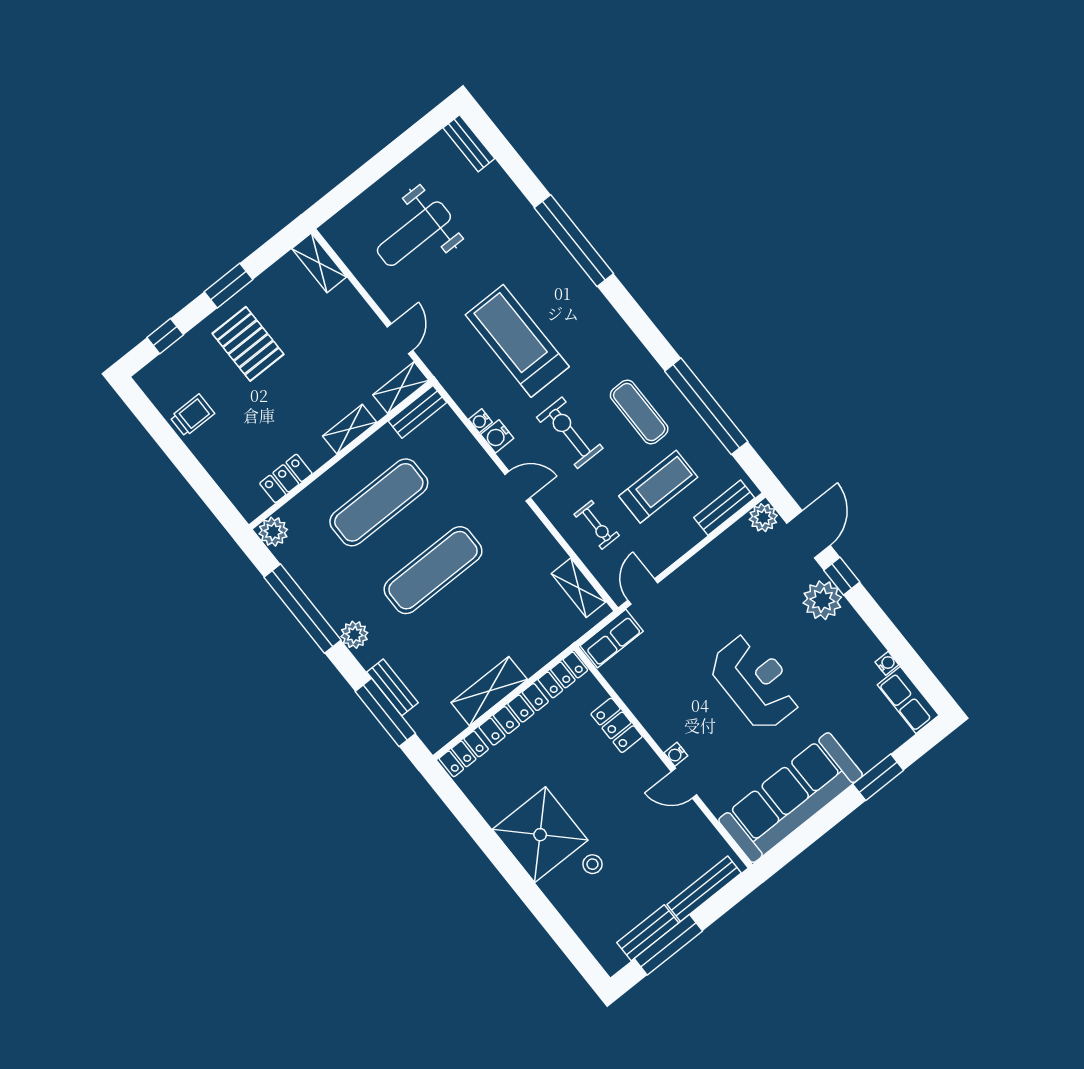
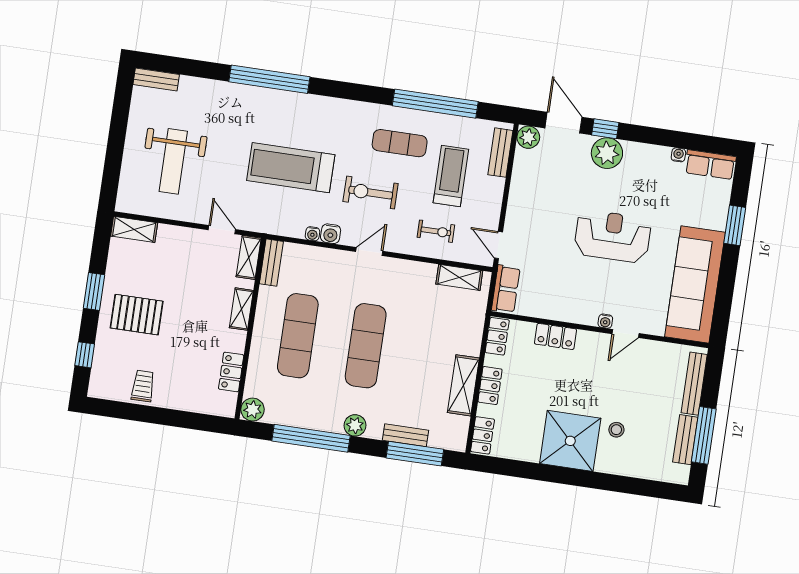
locker: (514, 714) -> (490, 386), width x0.66

